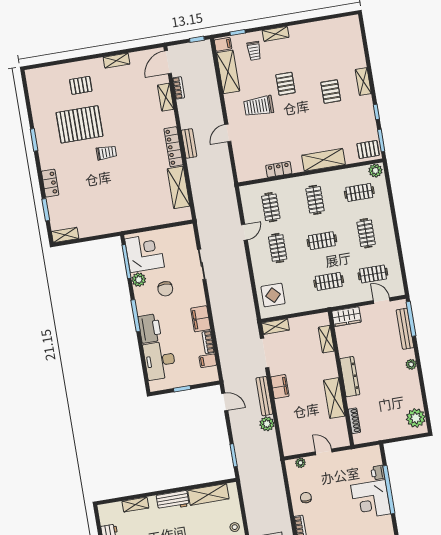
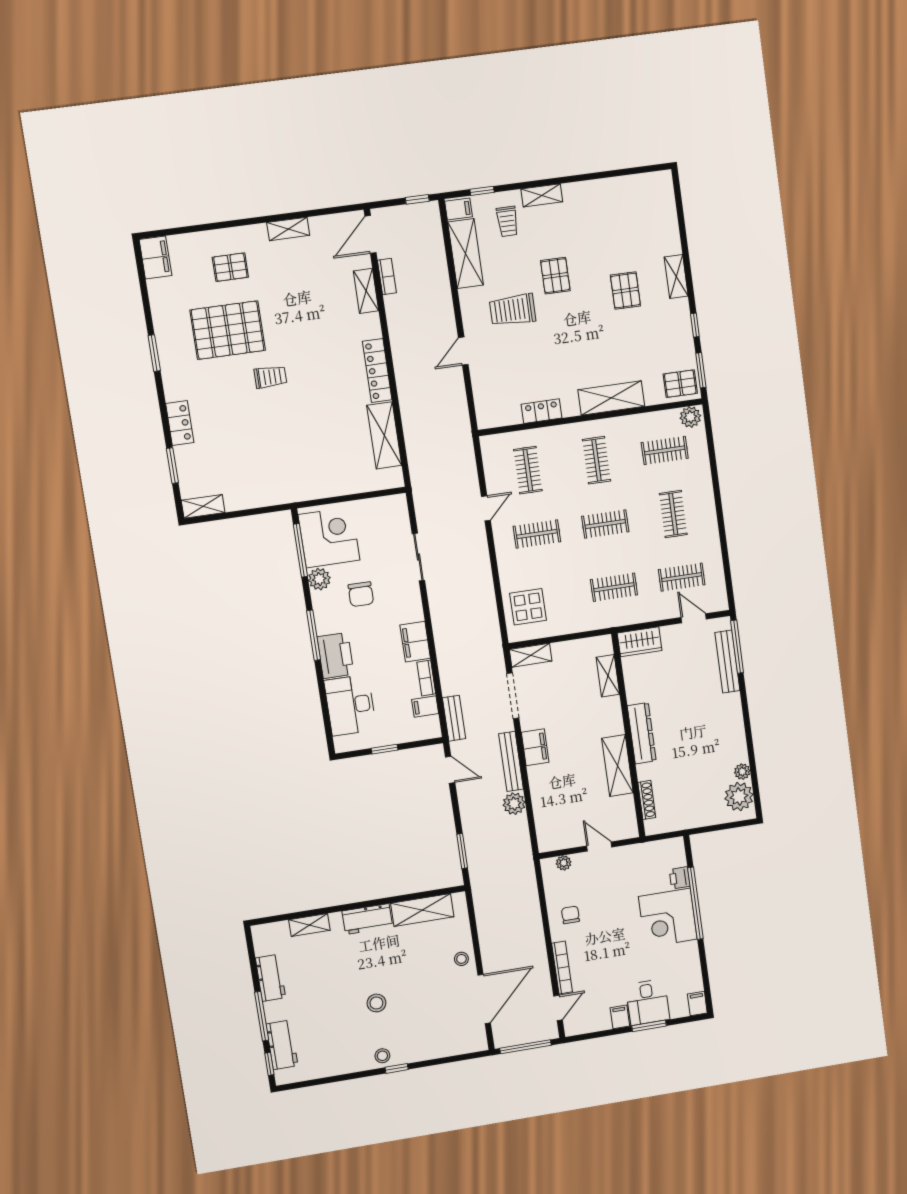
filing cabinet: (35, 81) -> (155, 257), added
bench: (189, 143) -> (454, 718), moved
clothes rail: (278, 248) -> (537, 534), turned 90
plant: (411, 364) -> (742, 772), moved

